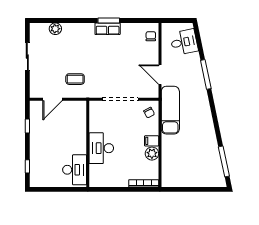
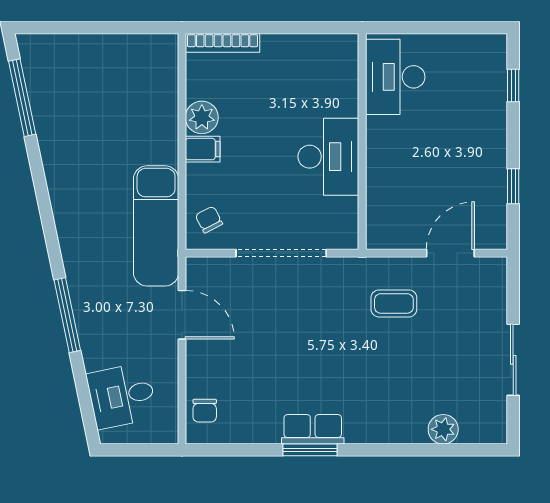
desk: (101, 148) -> (328, 157), moved

